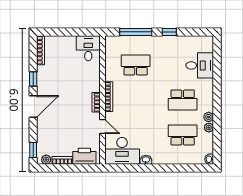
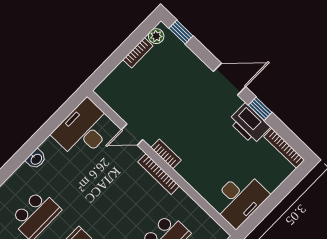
desk: (88, 48) -> (239, 199), width x1.37
door: (33, 106) -> (229, 79), swing flipped
printer: (84, 156) -> (249, 124), moved, turned 90
washbasin: (146, 160) -> (36, 159), moved

